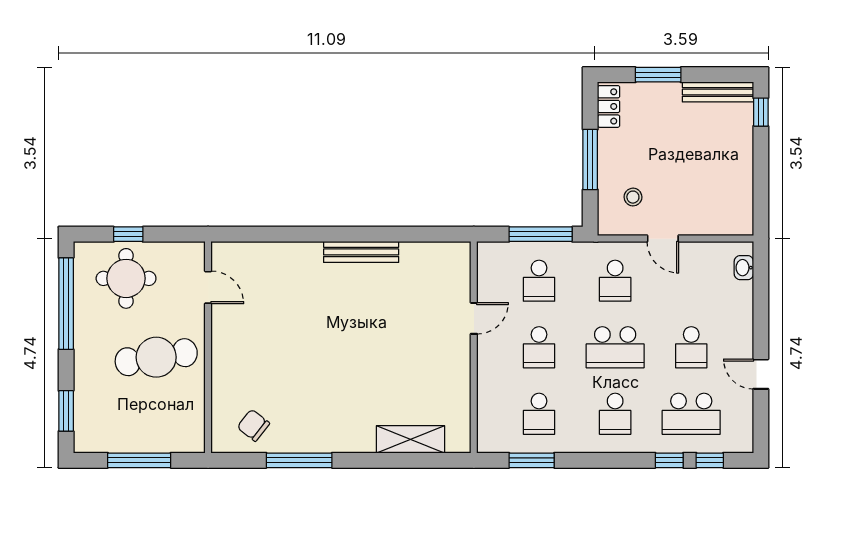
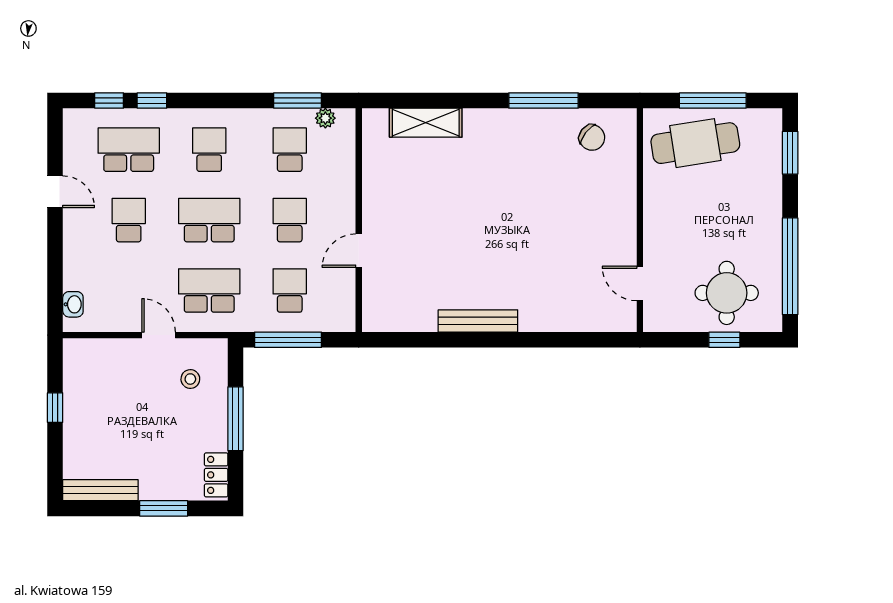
window: (761, 112) -> (55, 408), moved
school desk: (615, 281) -> (209, 291), width x1.85
cafe table: (156, 357) -> (695, 143), moved
plant: (505, 444) -> (325, 118), added

